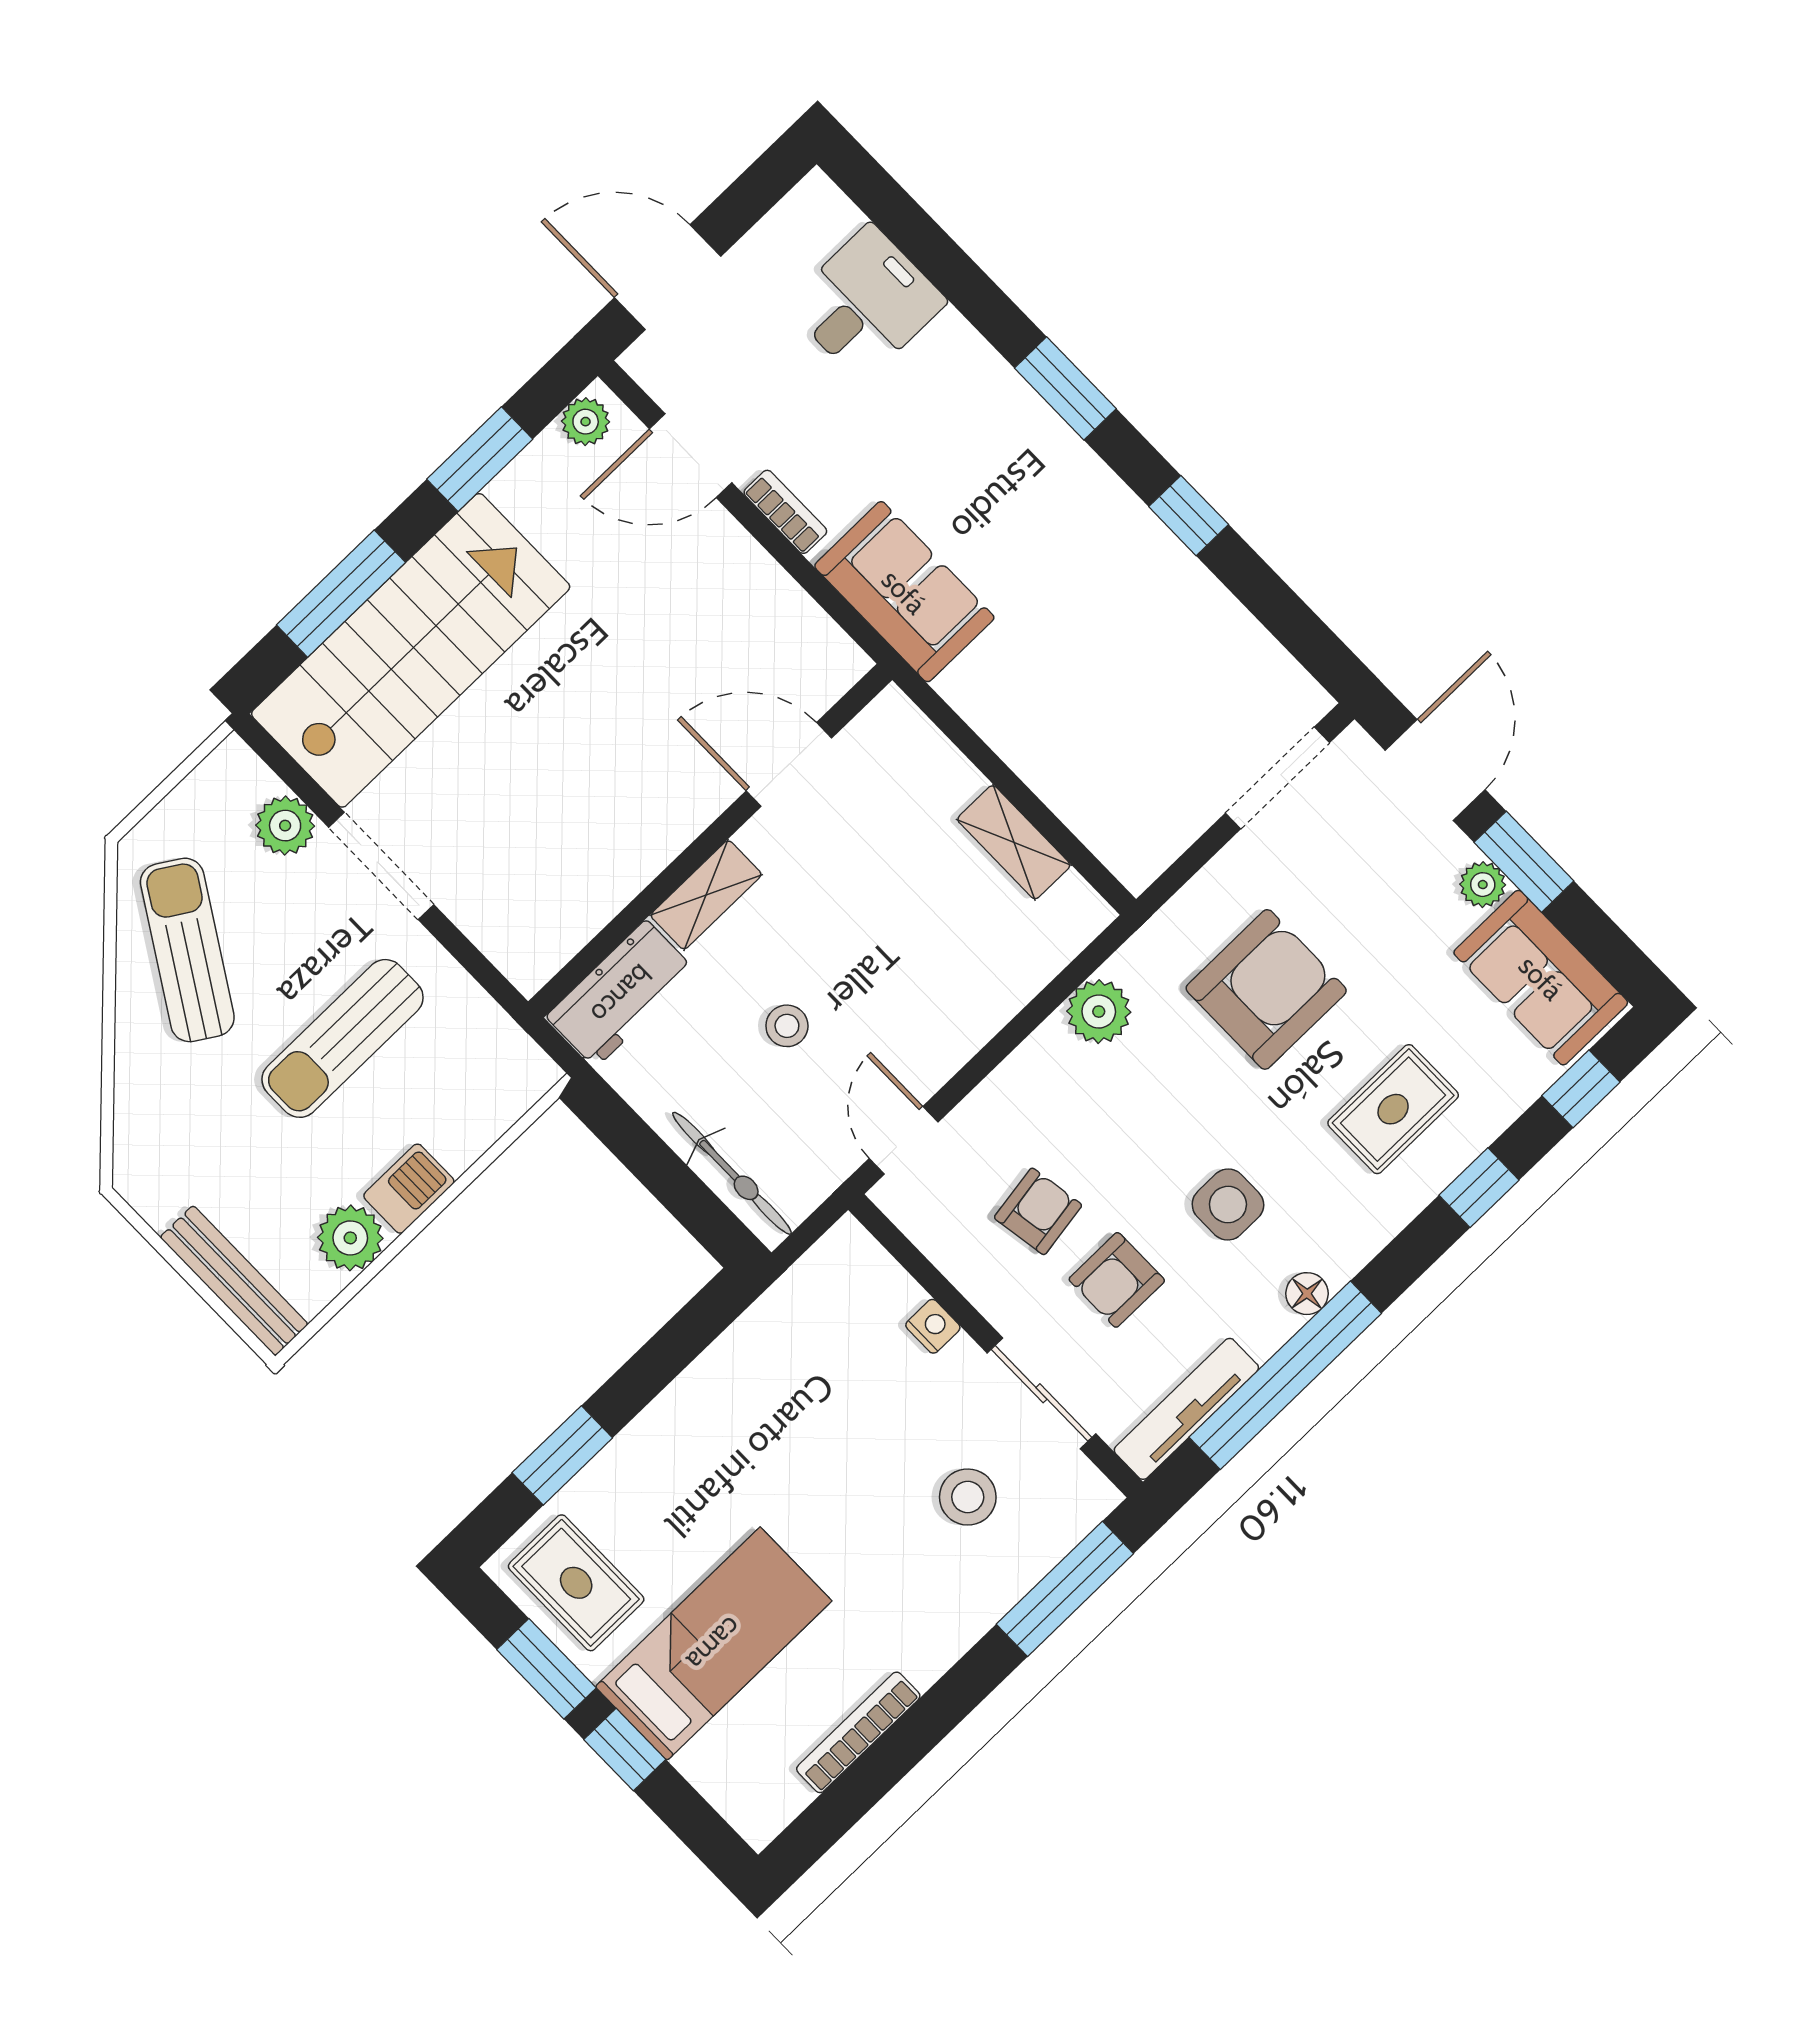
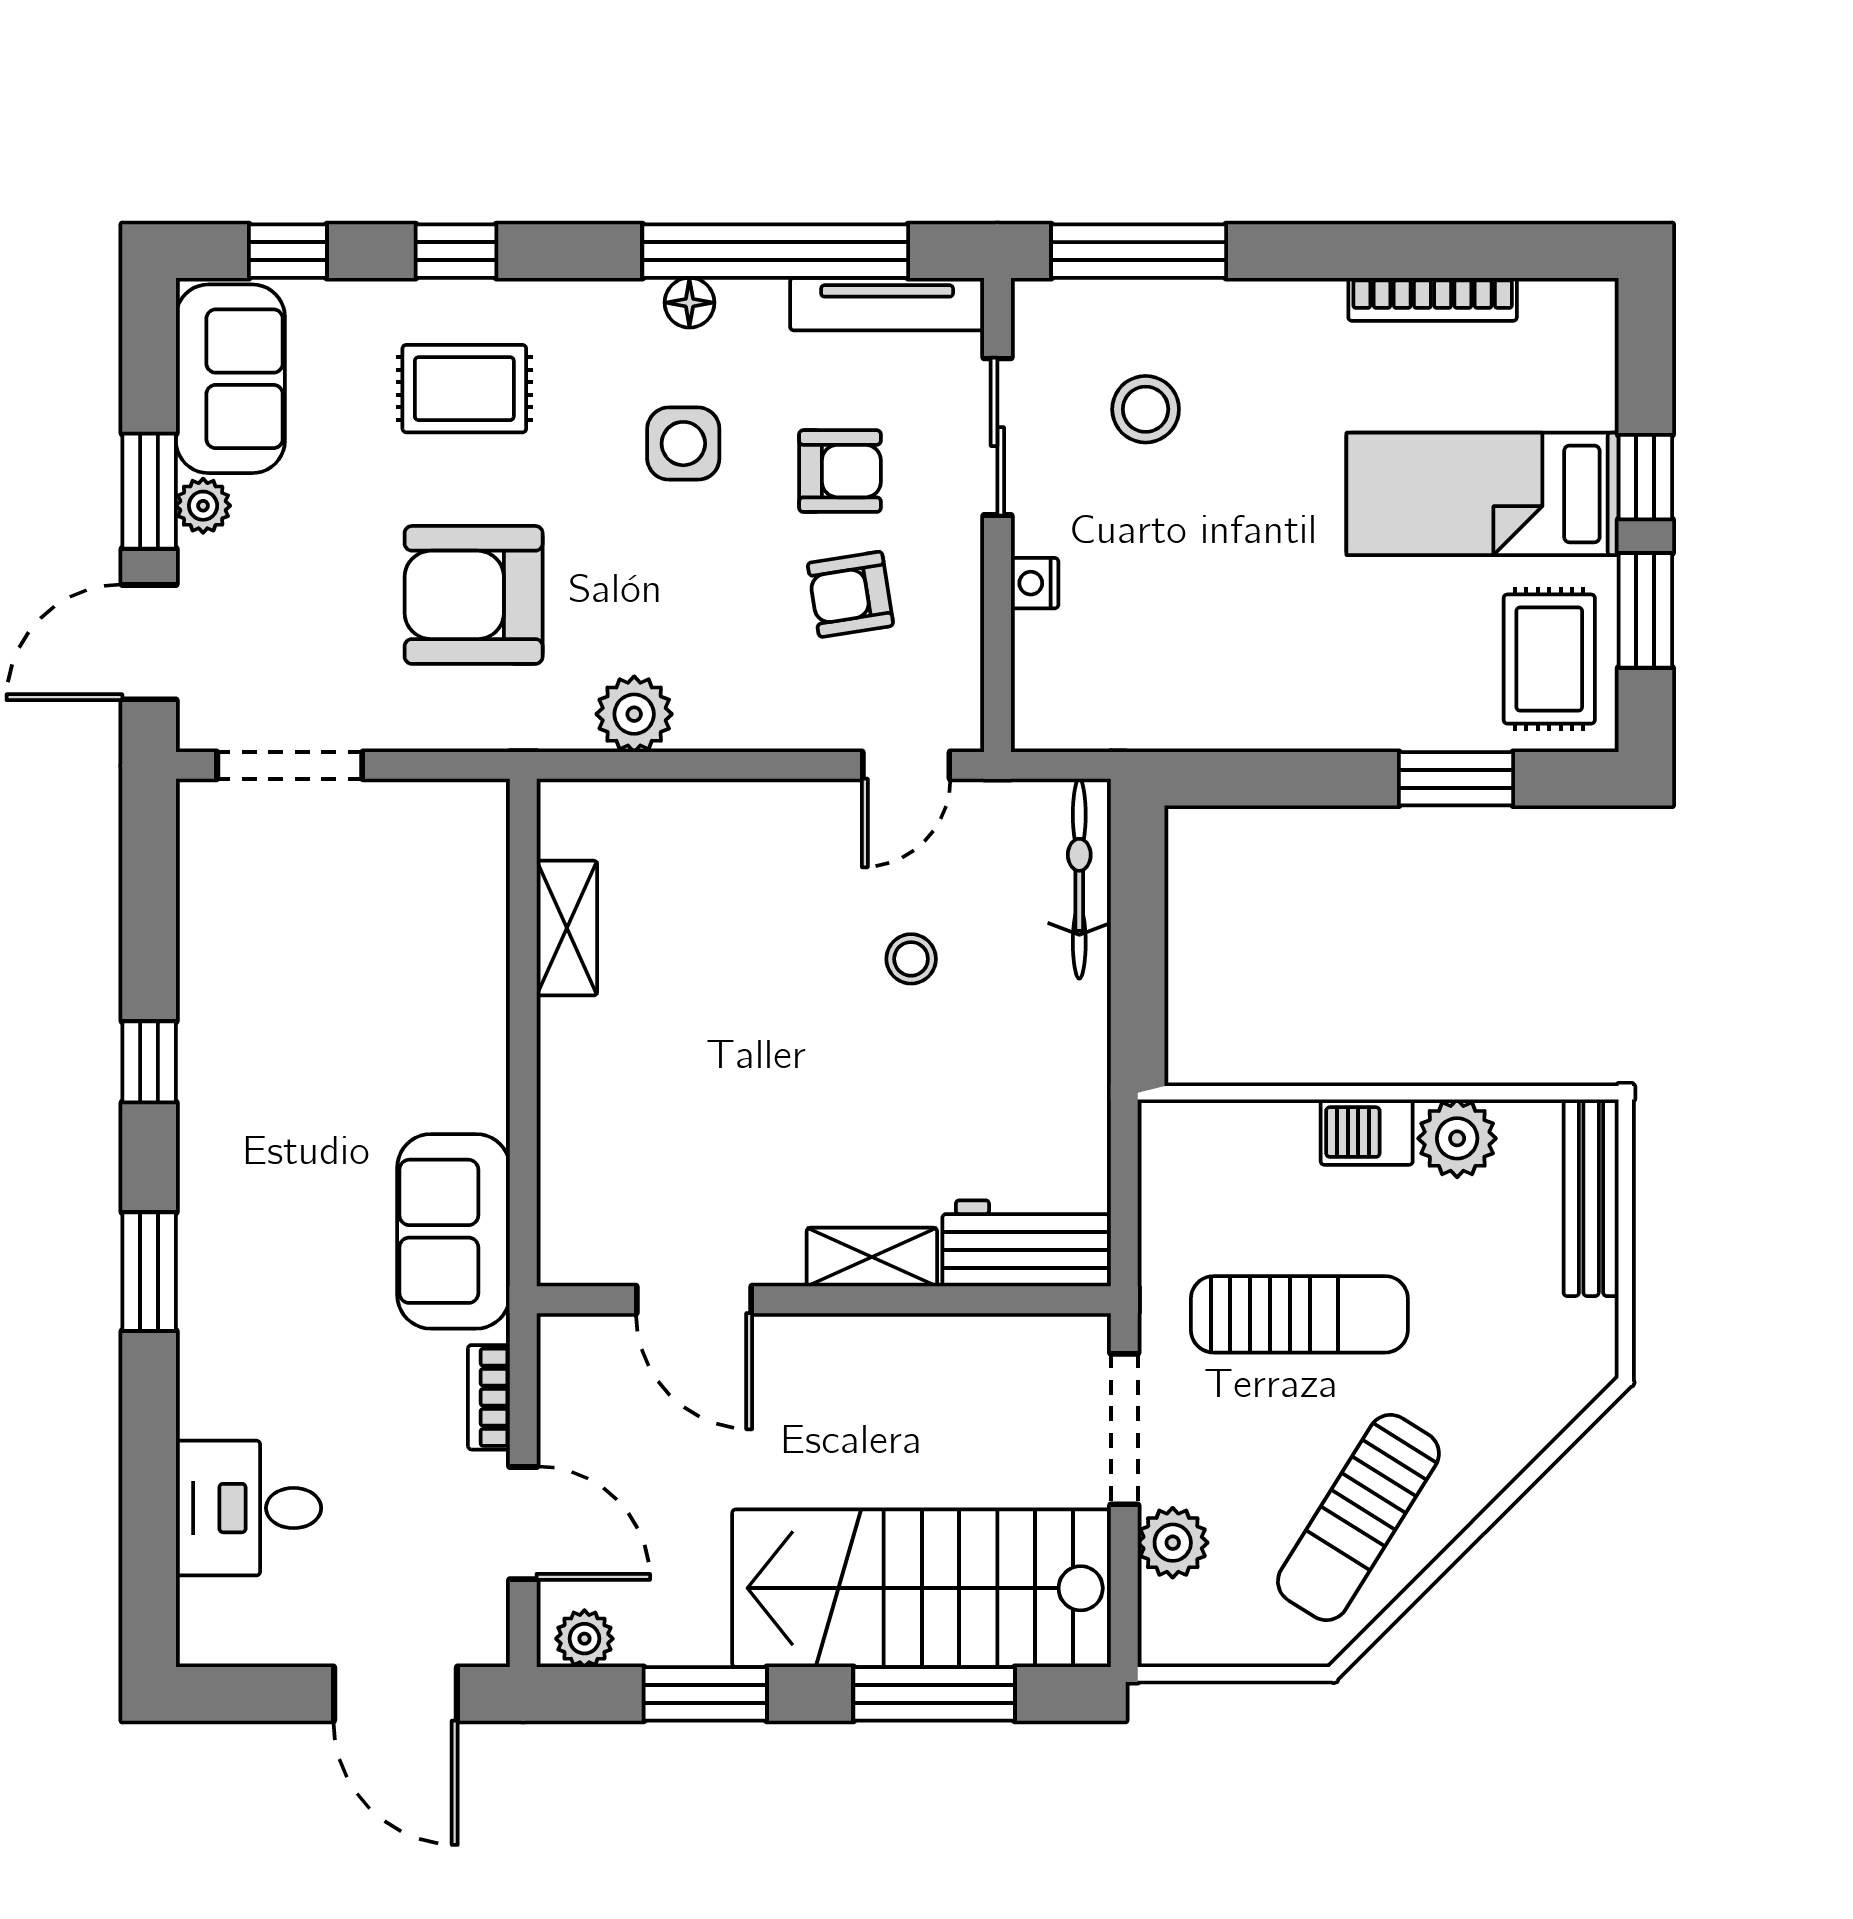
door: (789, 764) -> (694, 1300), moved
wall: (710, 841) -> (824, 1300), moved
shelving: (706, 895) -> (872, 1257), moved
workbench: (621, 994) -> (1026, 1243), moved

